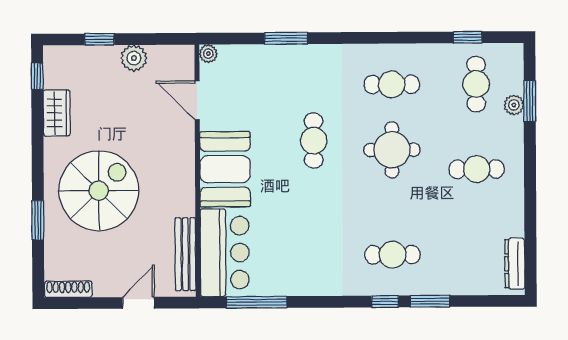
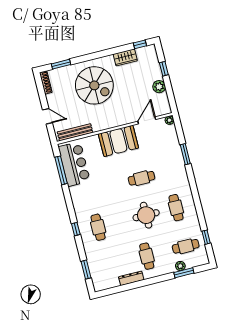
window: (38, 220) -> (61, 64), moved
bar counter: (225, 253) -> (74, 164), moved, turned -90
dresser: (515, 264) -> (131, 278), moved
window: (430, 301) -> (86, 270), moved

